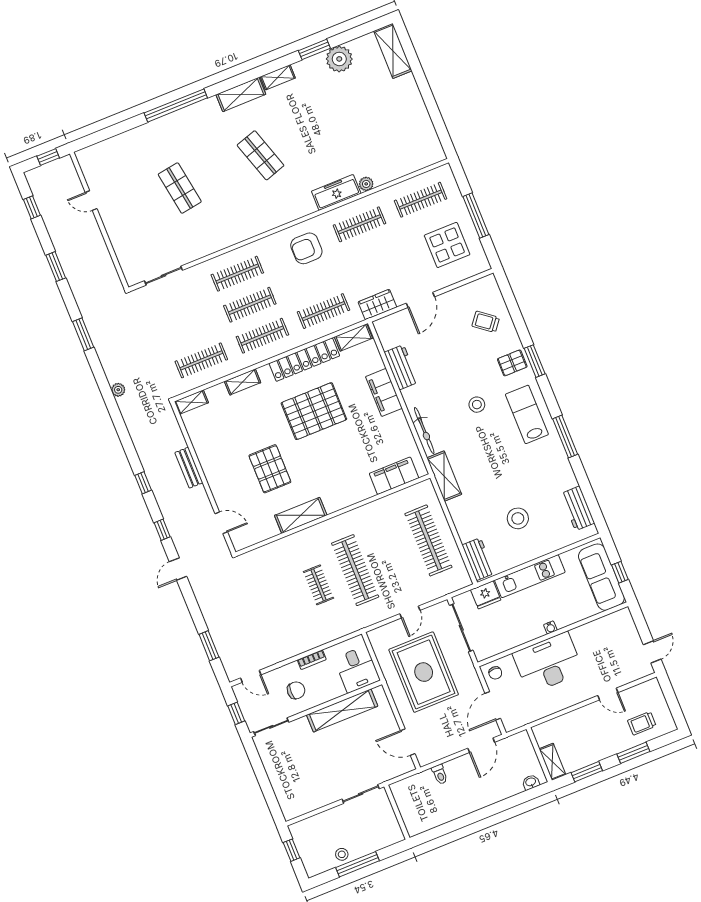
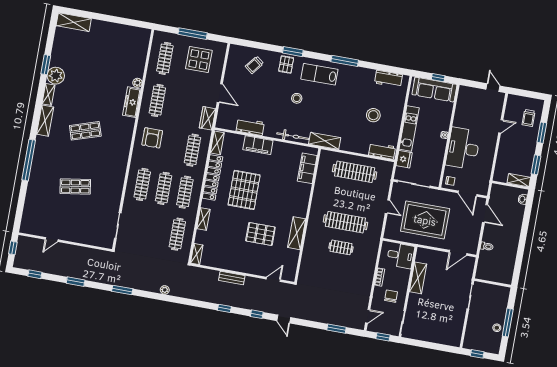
plant: (339, 59) -> (56, 76), moved
shelving: (342, 710) -> (418, 278), width x0.68

